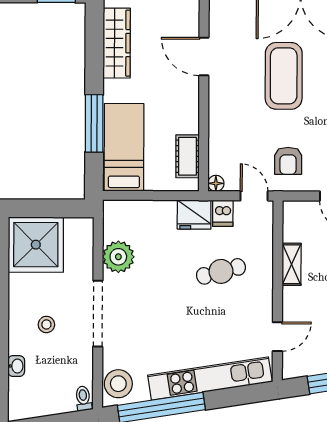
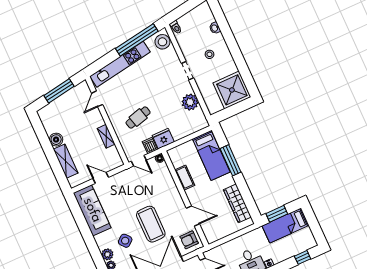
cot: (188, 156) -> (185, 178), moved
armchair: (288, 161) -> (189, 240), moved, turned -90
doorway: (98, 314) -> (187, 71), width x0.53

